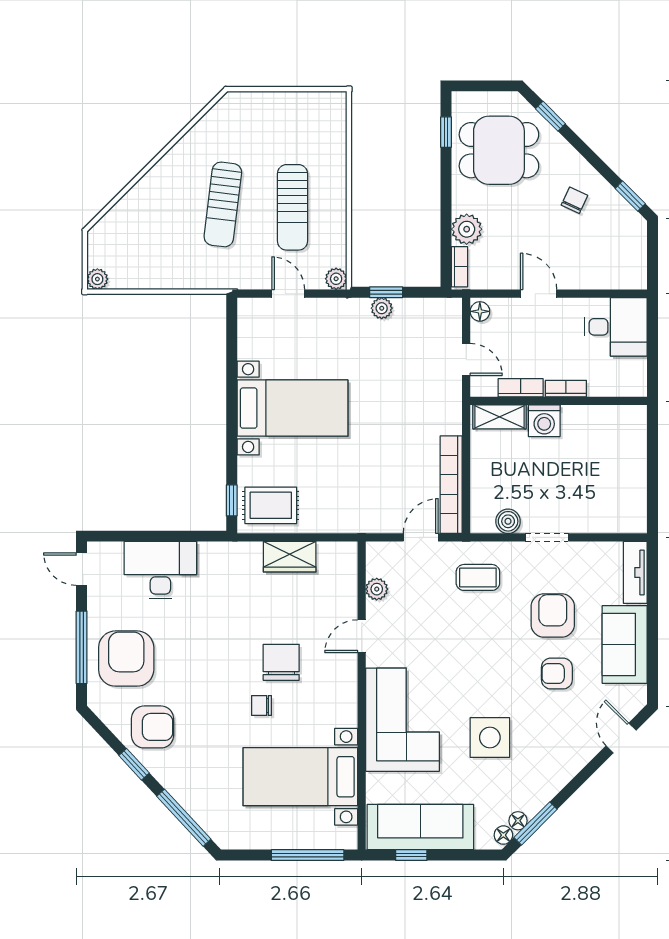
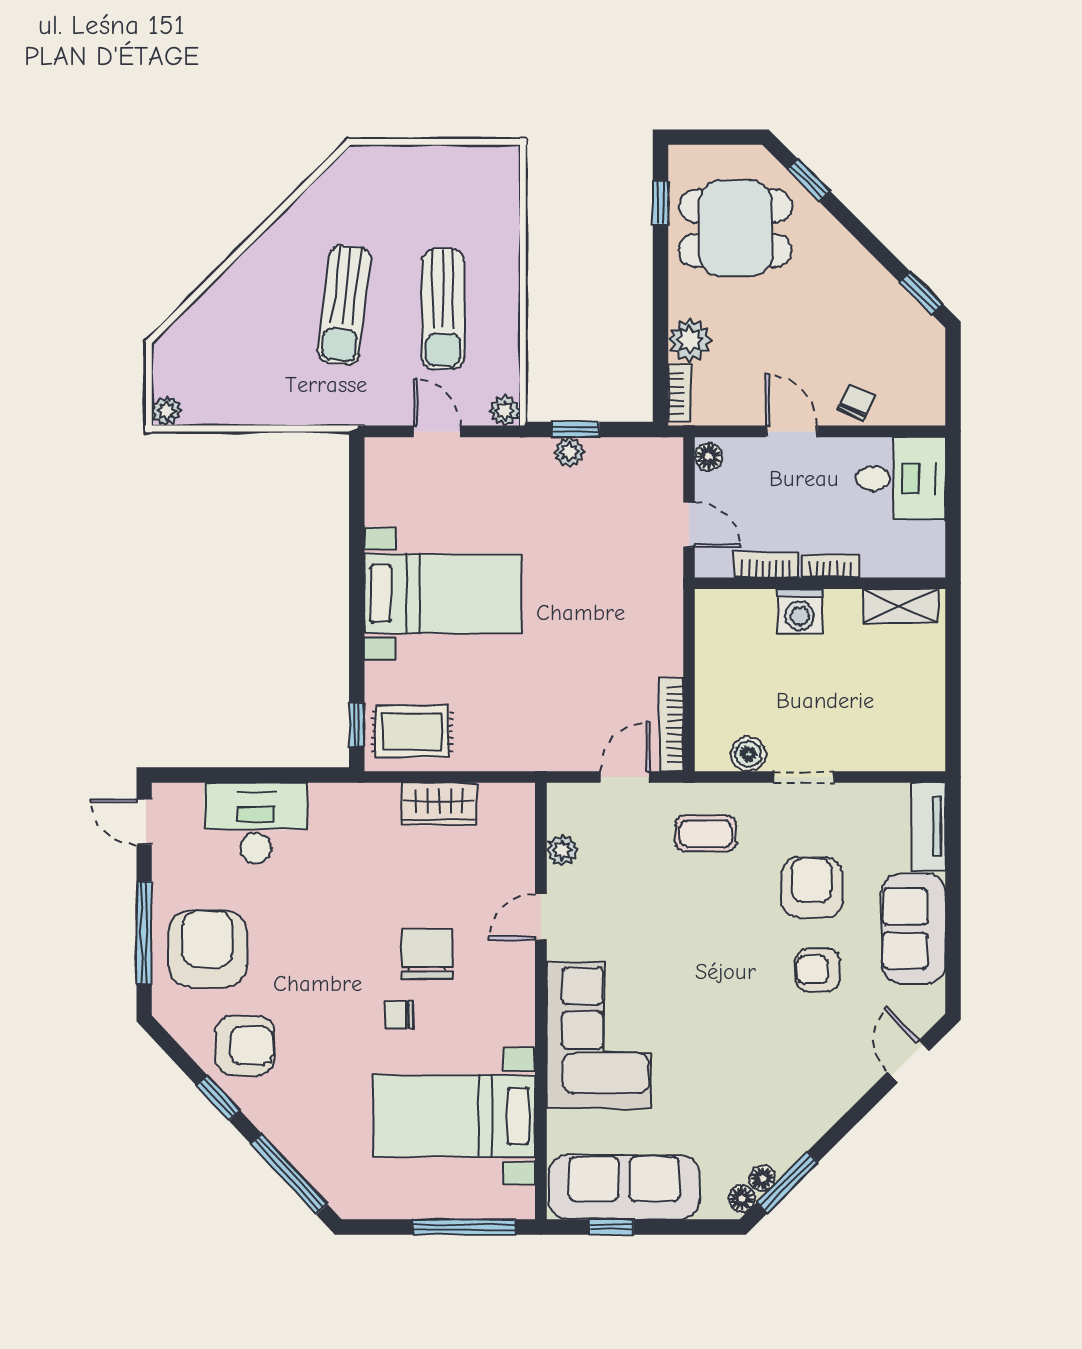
chair: (574, 200) -> (856, 402), moved
shelving: (500, 417) -> (900, 606), moved
bookcase: (451, 485) -> (671, 725), width x0.68, depth x0.76
side table: (490, 738) -> (723, 1060), removed

